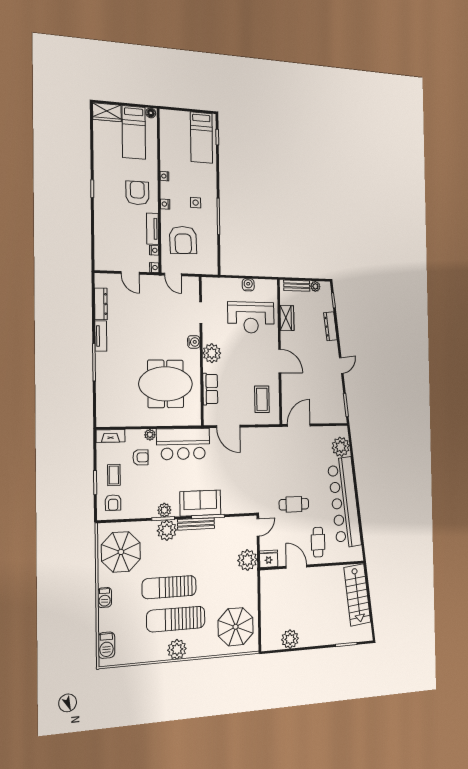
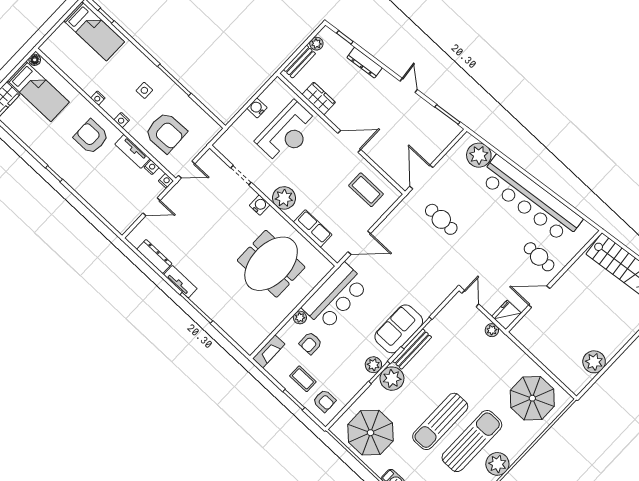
armchair: (141, 457) -> (311, 343), turned 180
cafe table: (294, 504) -> (441, 219), moved, turned 90
plant: (247, 560) -> (492, 330), width x0.53, depth x0.53
sun lounger: (176, 619) -> (472, 441), turned 180

